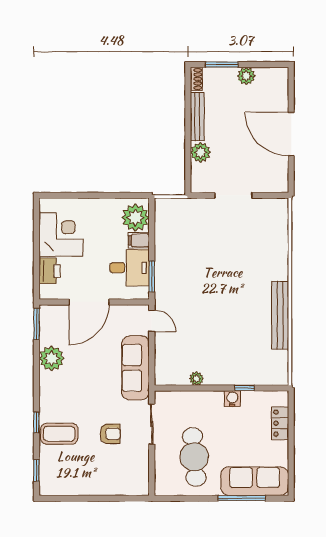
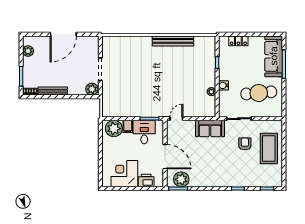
plant: (246, 76) -> (28, 51), moved
plant: (201, 152) -> (92, 89), moved
plant: (52, 358) -> (181, 179), moved
sofa: (135, 368) -> (210, 129), width x0.73
water cooler: (232, 399) -> (223, 85), moved
coffee table: (59, 434) -> (269, 149), moved, width x1.36, depth x1.32

